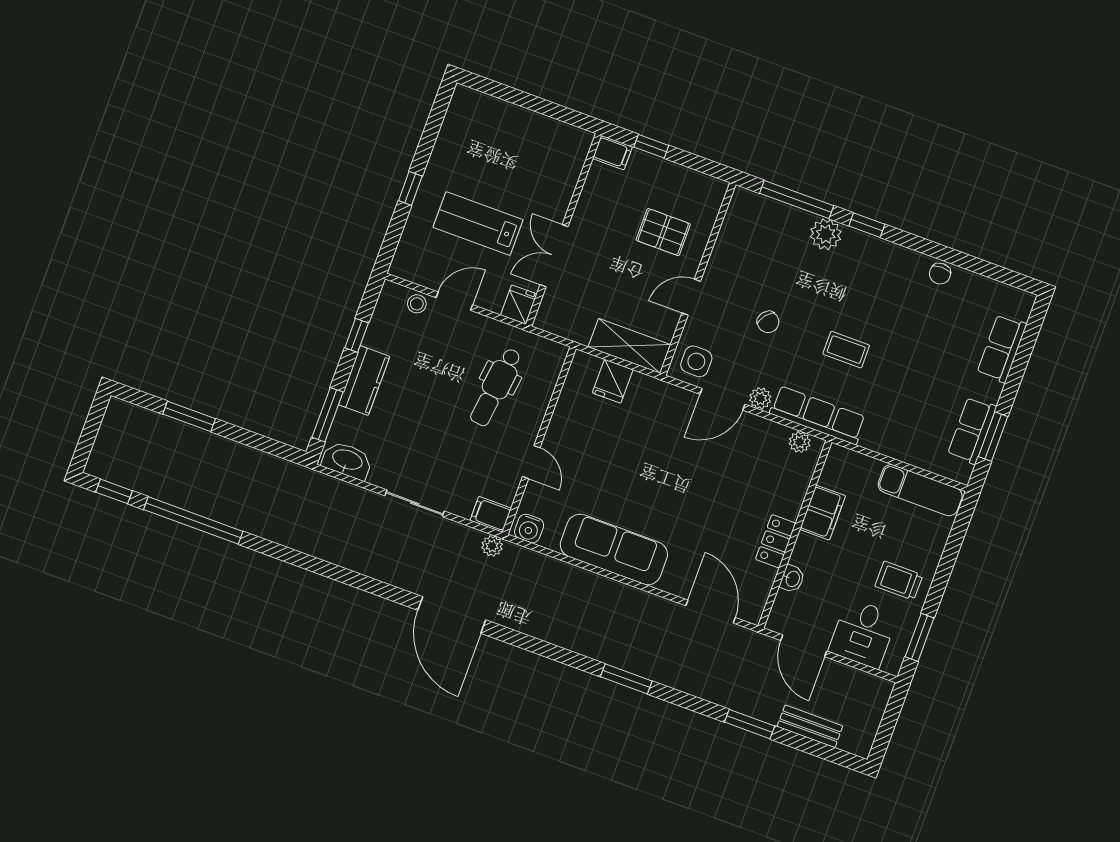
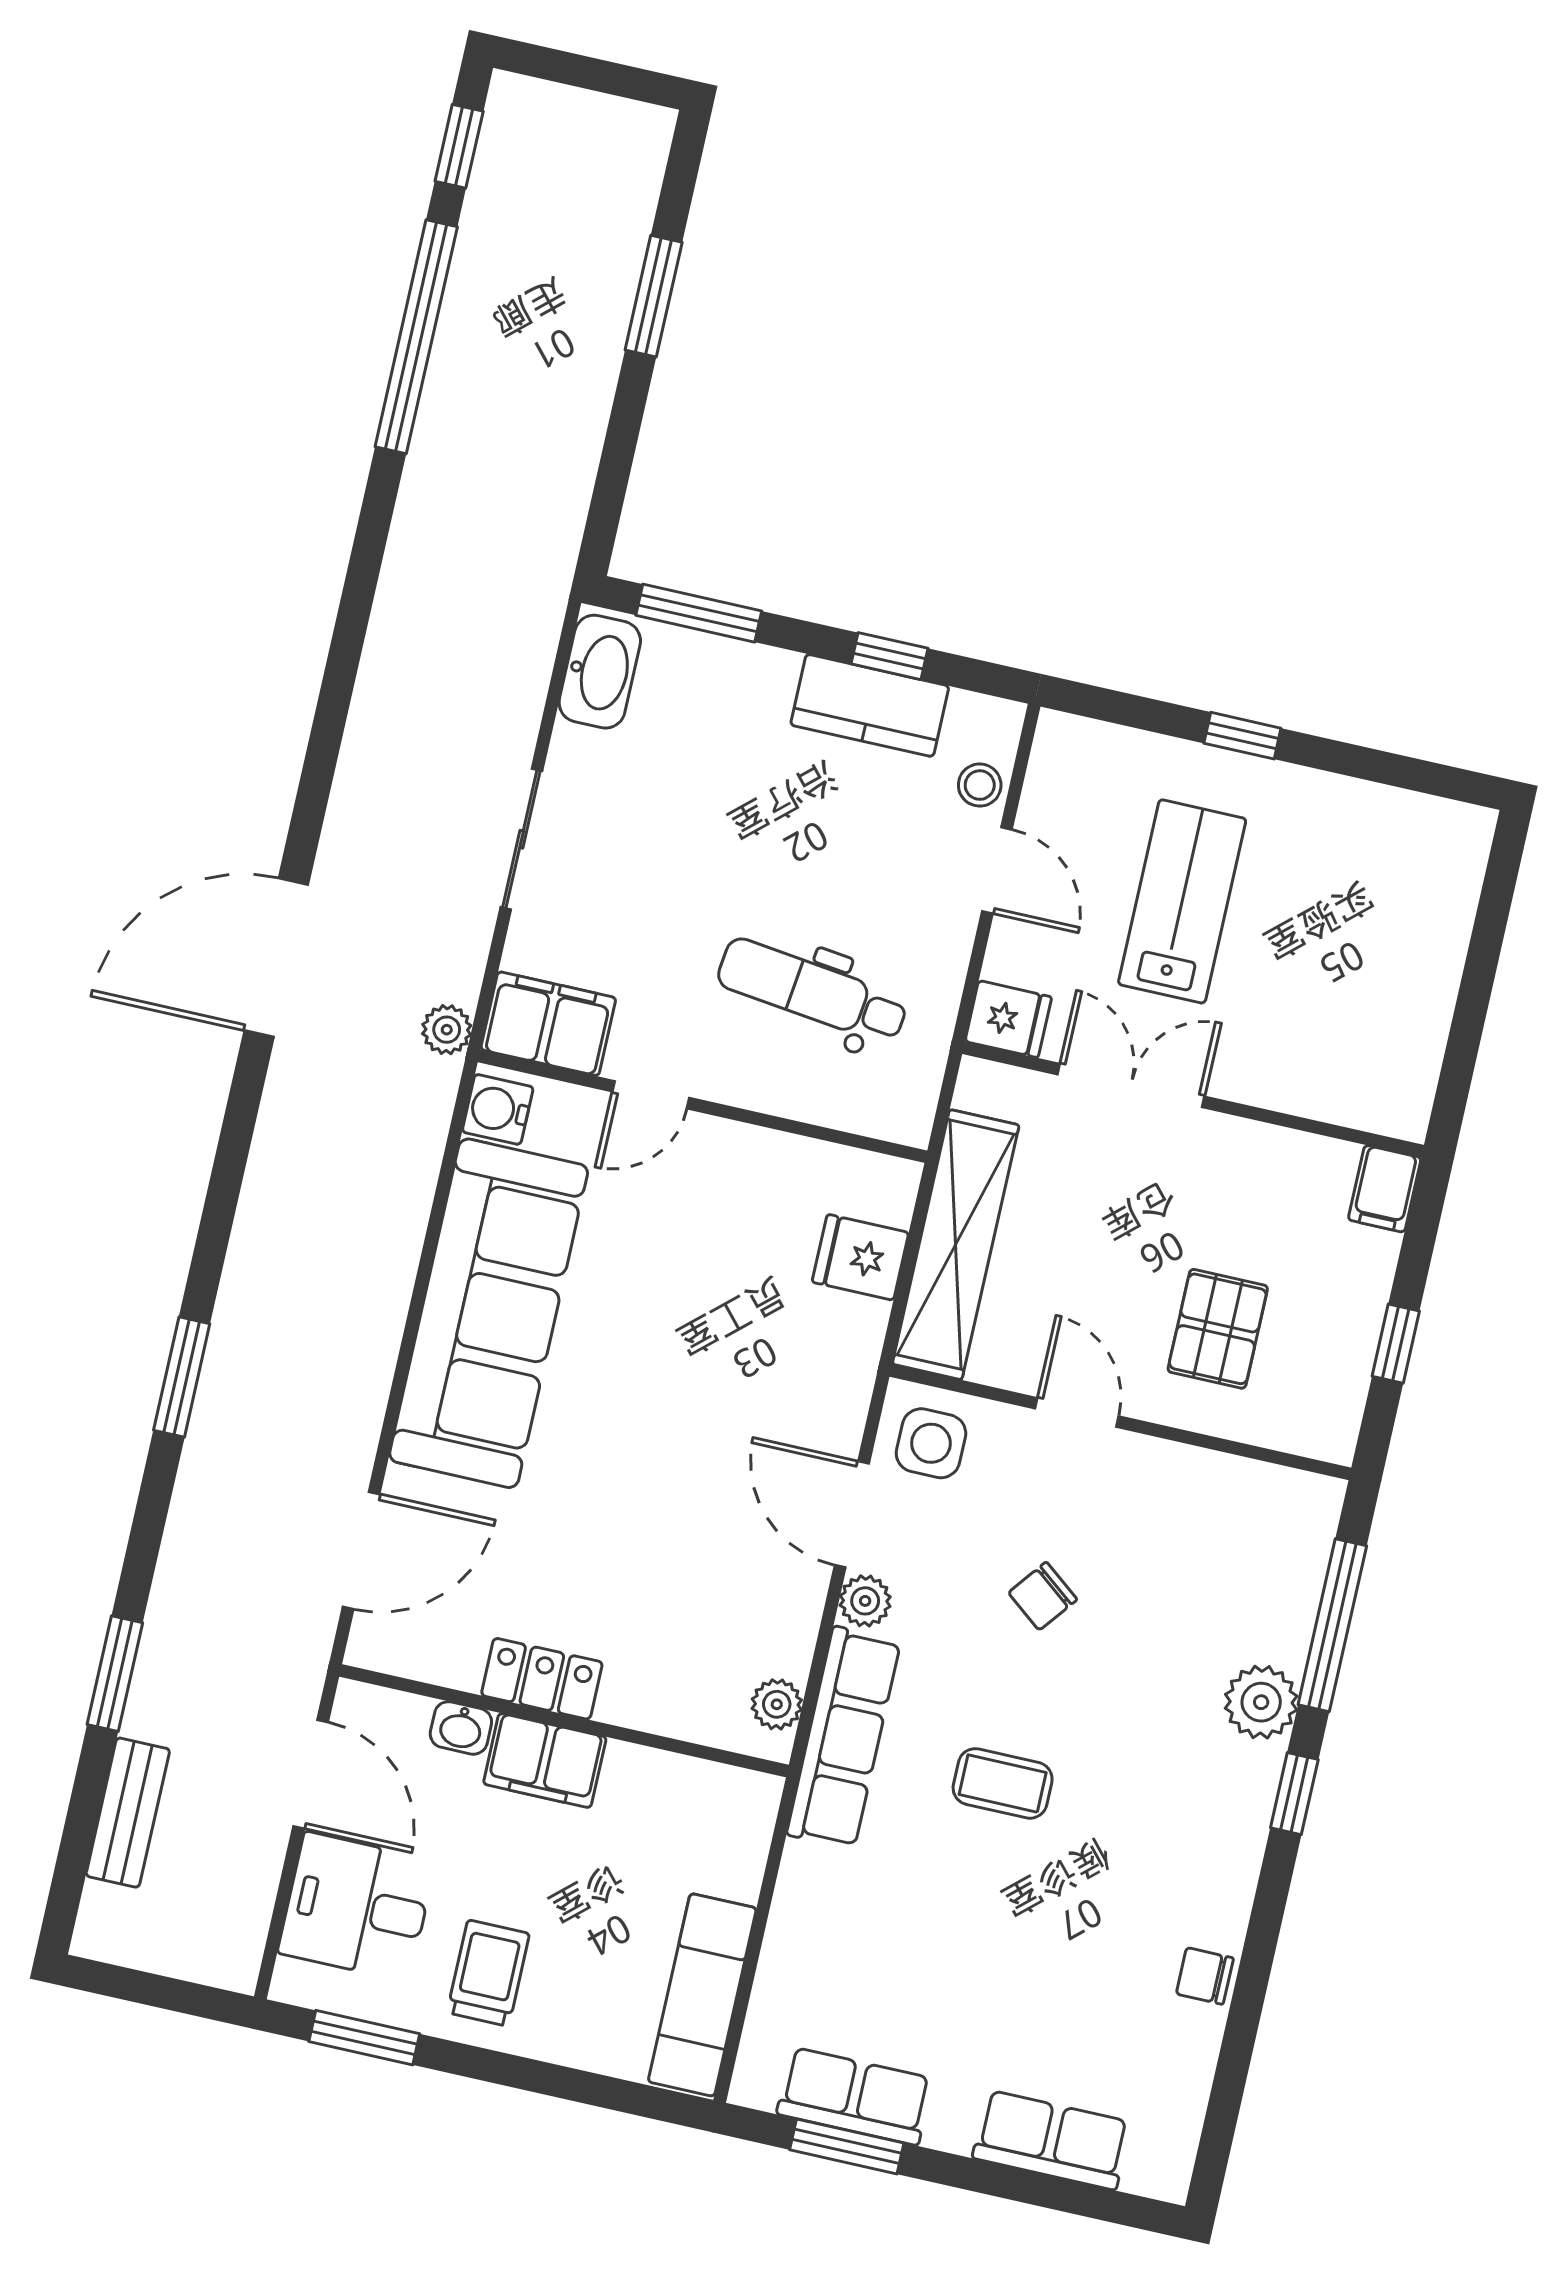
window: (651, 146) -> (1396, 1344), moved
shelving: (629, 346) -> (956, 1245), width x1.47
coffee table: (846, 350) -> (1003, 1783), turned 90
kitchen counter: (364, 381) -> (870, 705), moved
filing cabinet: (823, 513) -> (545, 1761), moved
filing cabinet: (491, 514) -> (548, 1024), width x2.00
sofa: (614, 549) -> (489, 1313), width x1.36, depth x1.27
door: (804, 646) -> (311, 1774), swing flipped

